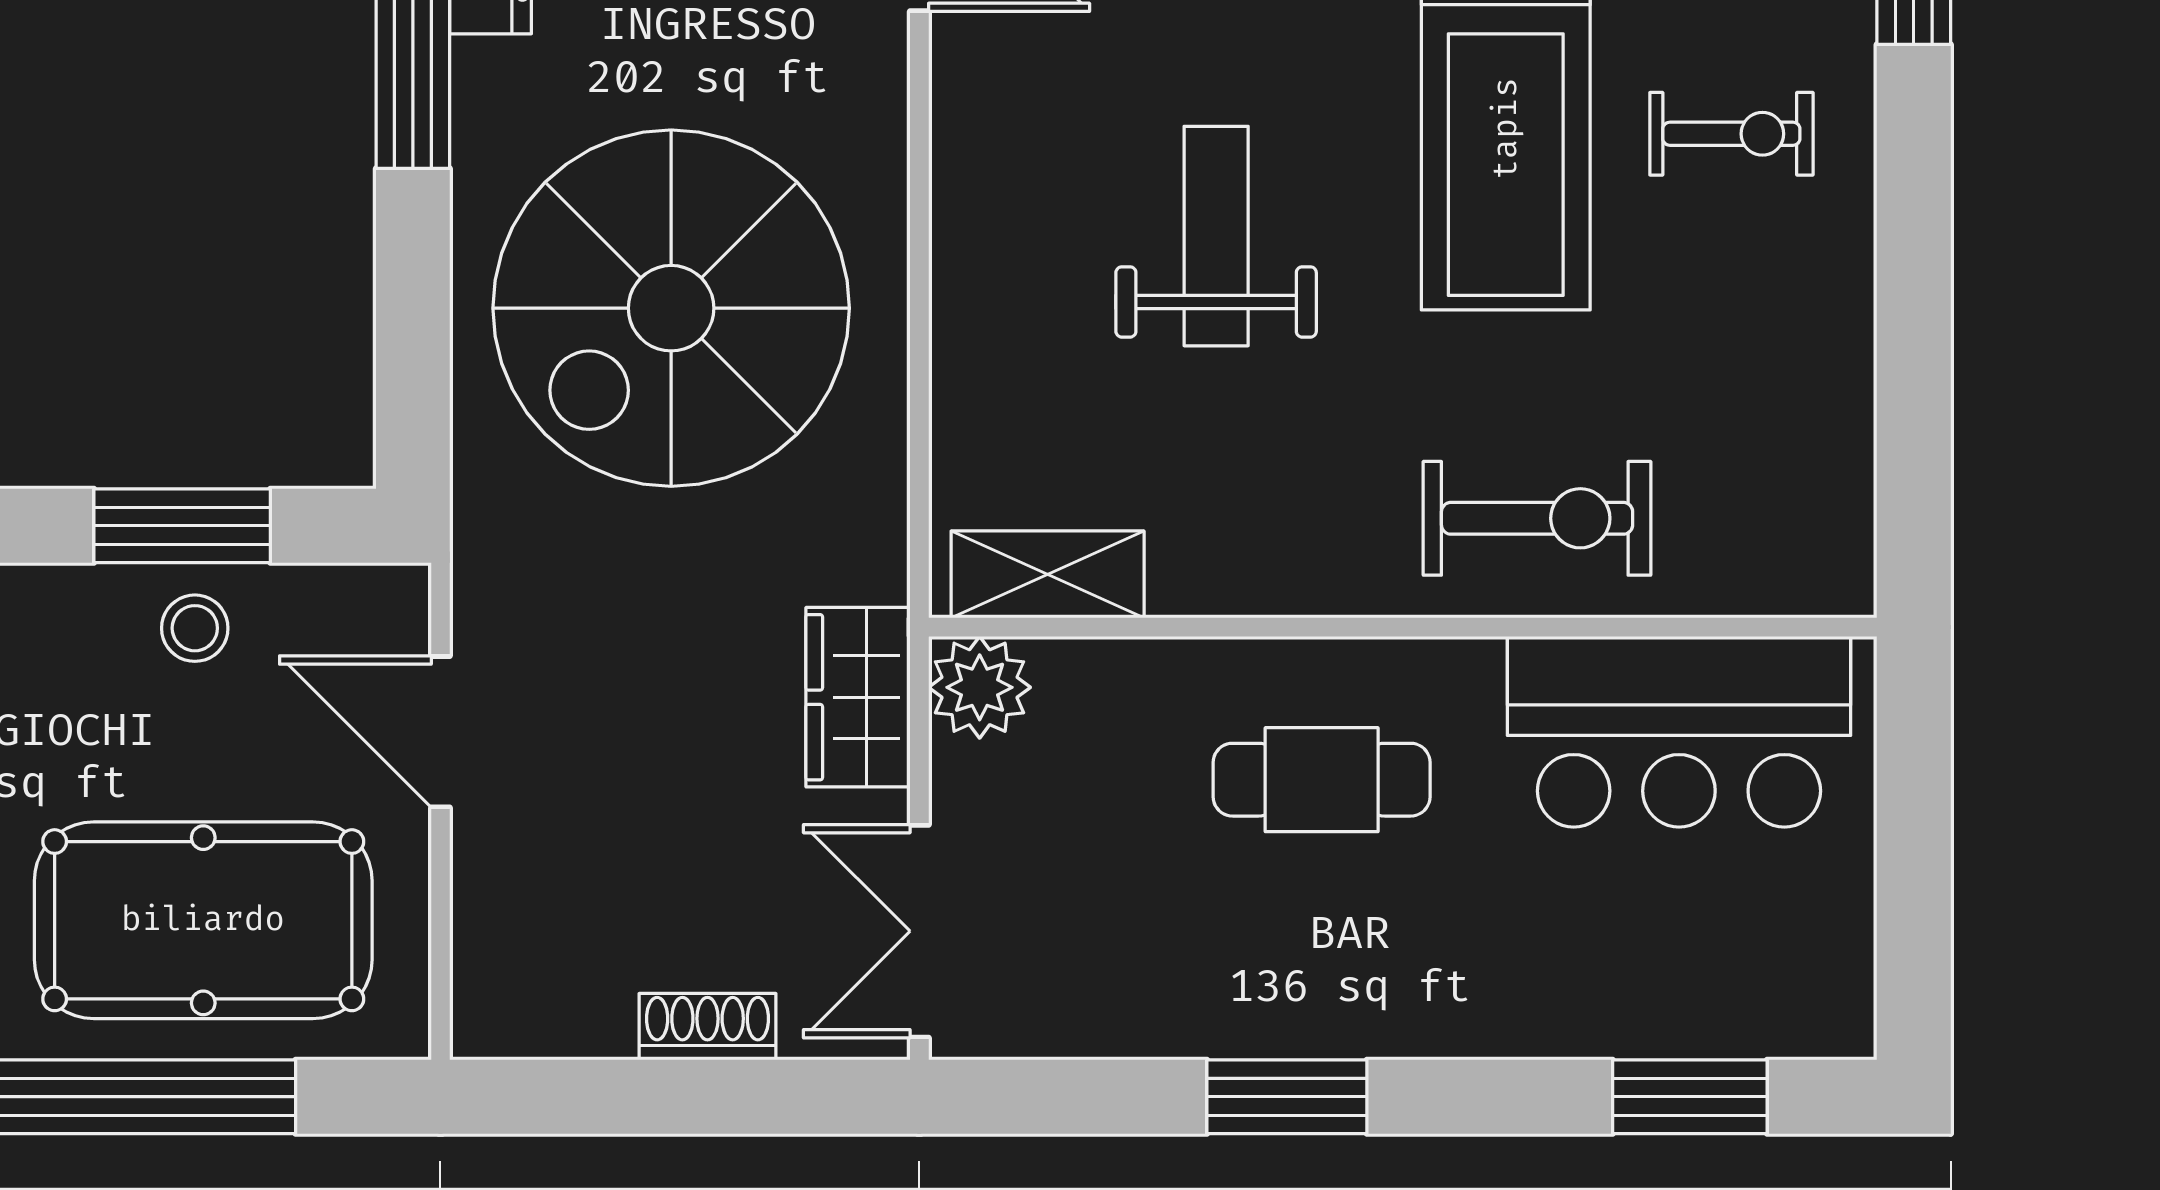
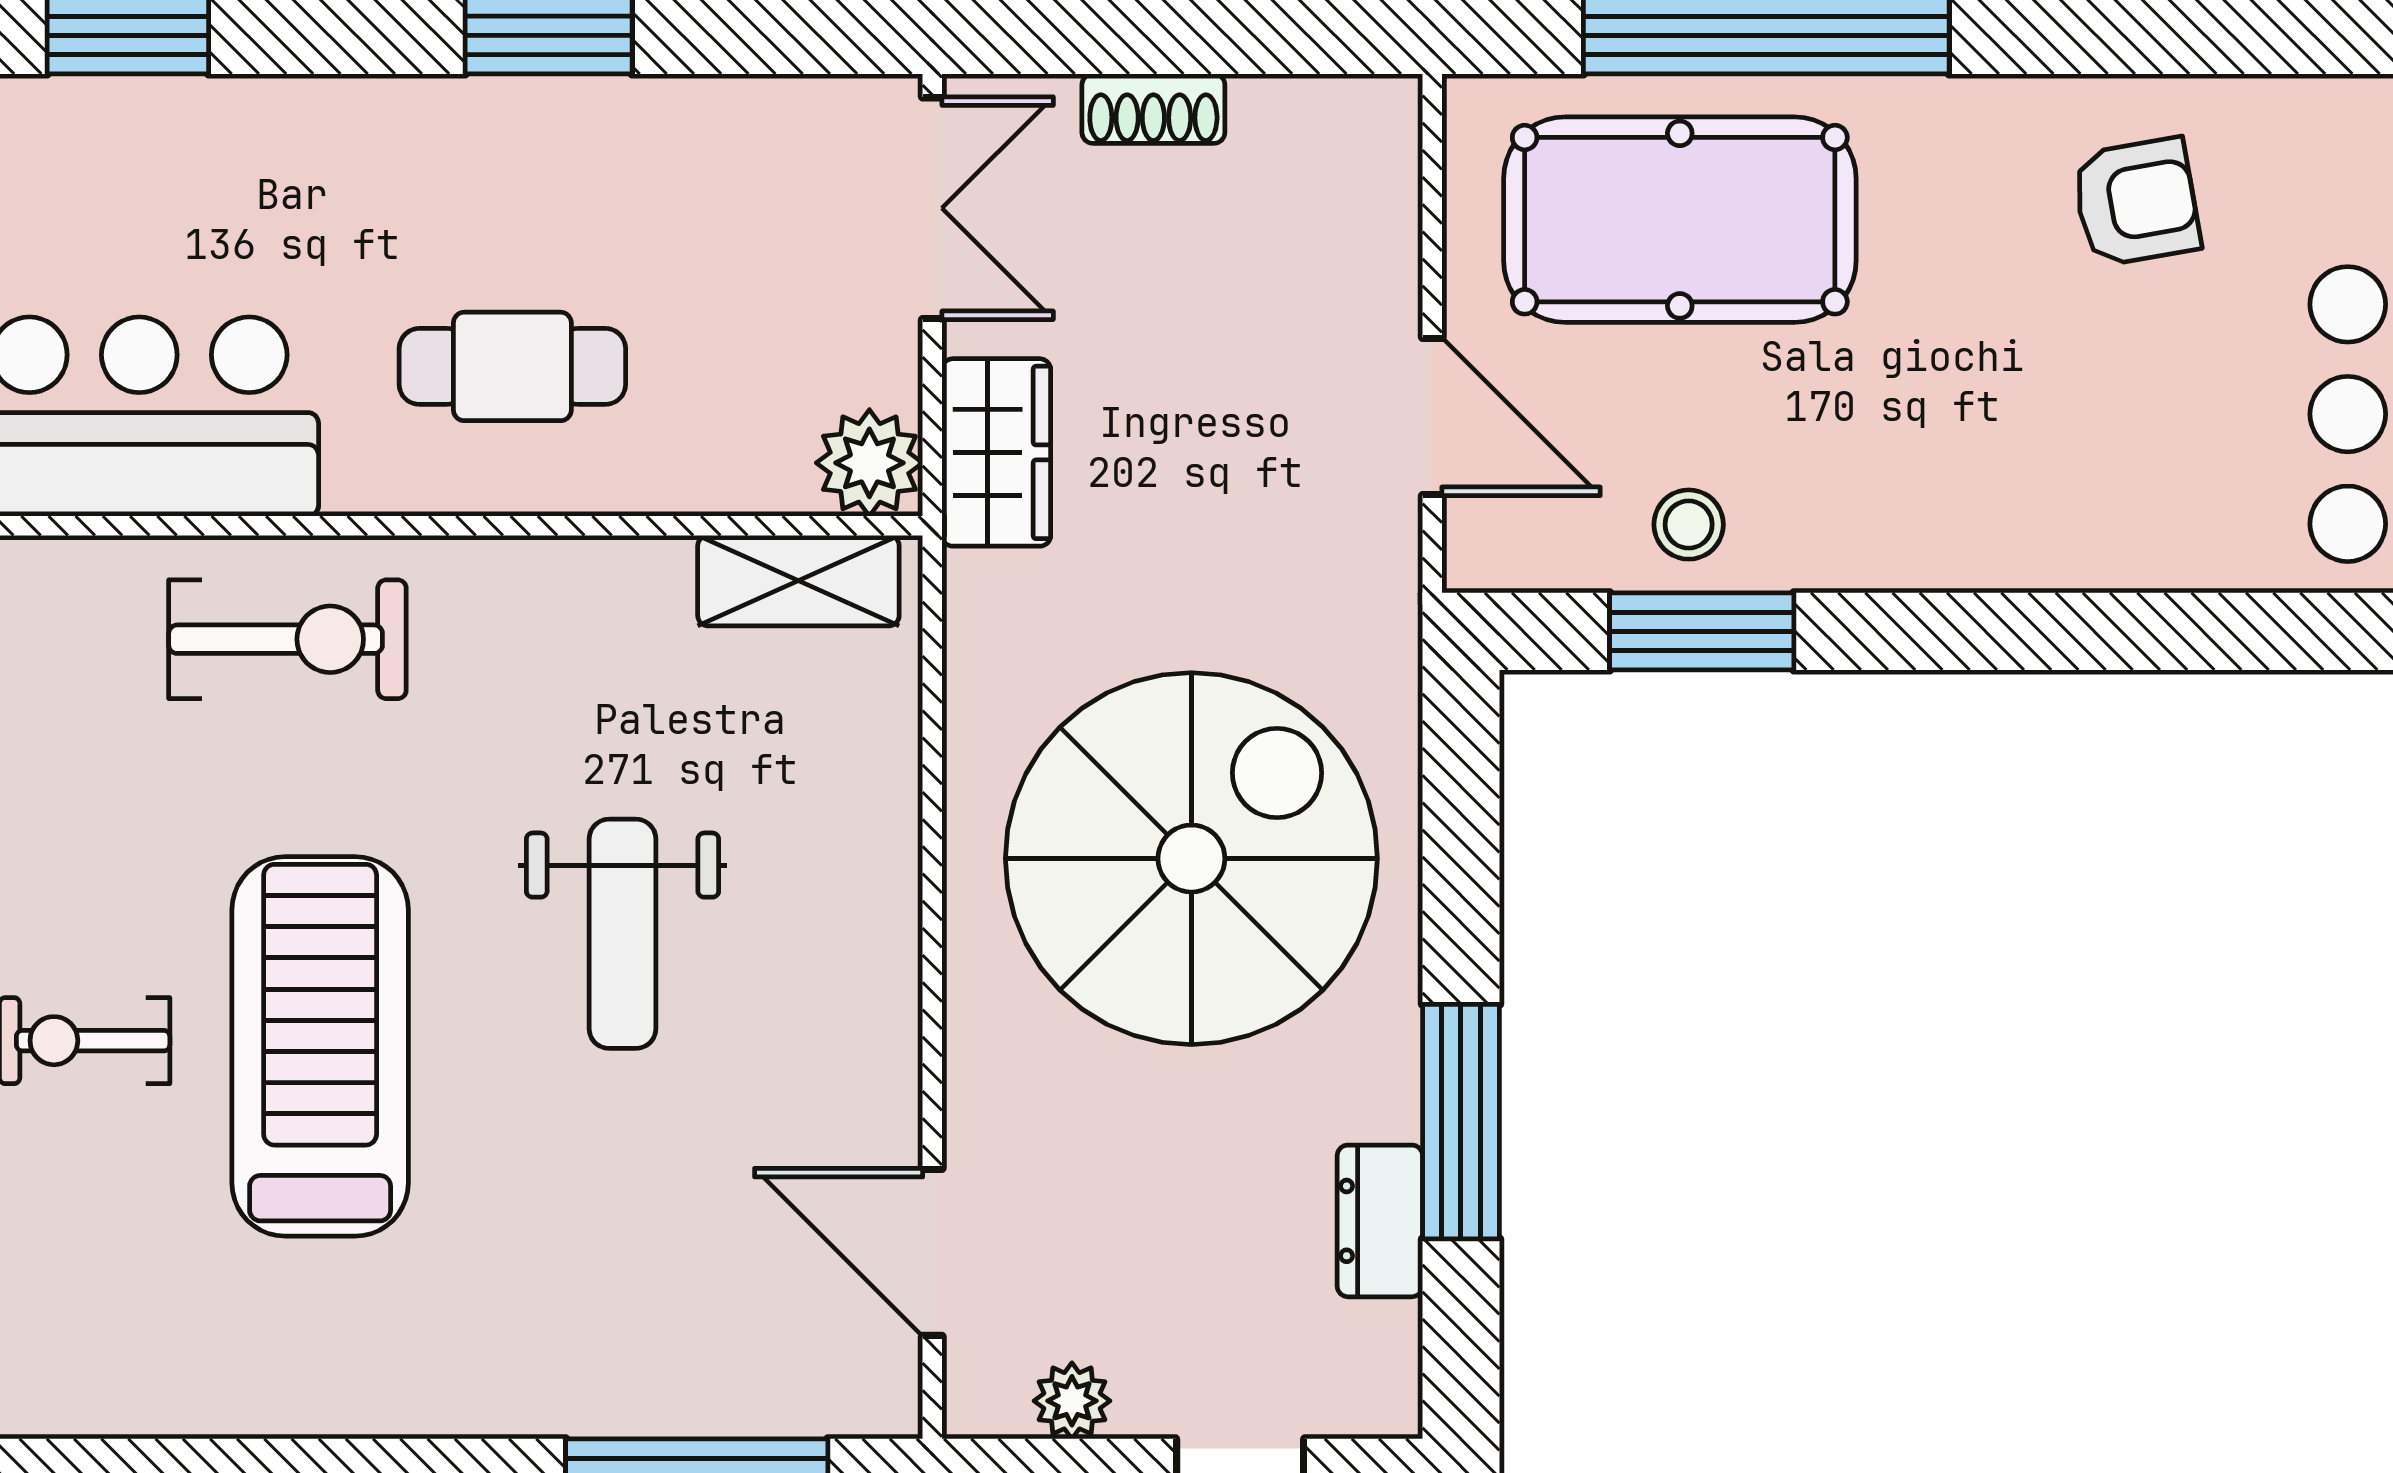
exercise bike: (1537, 518) -> (287, 639), turned 180

